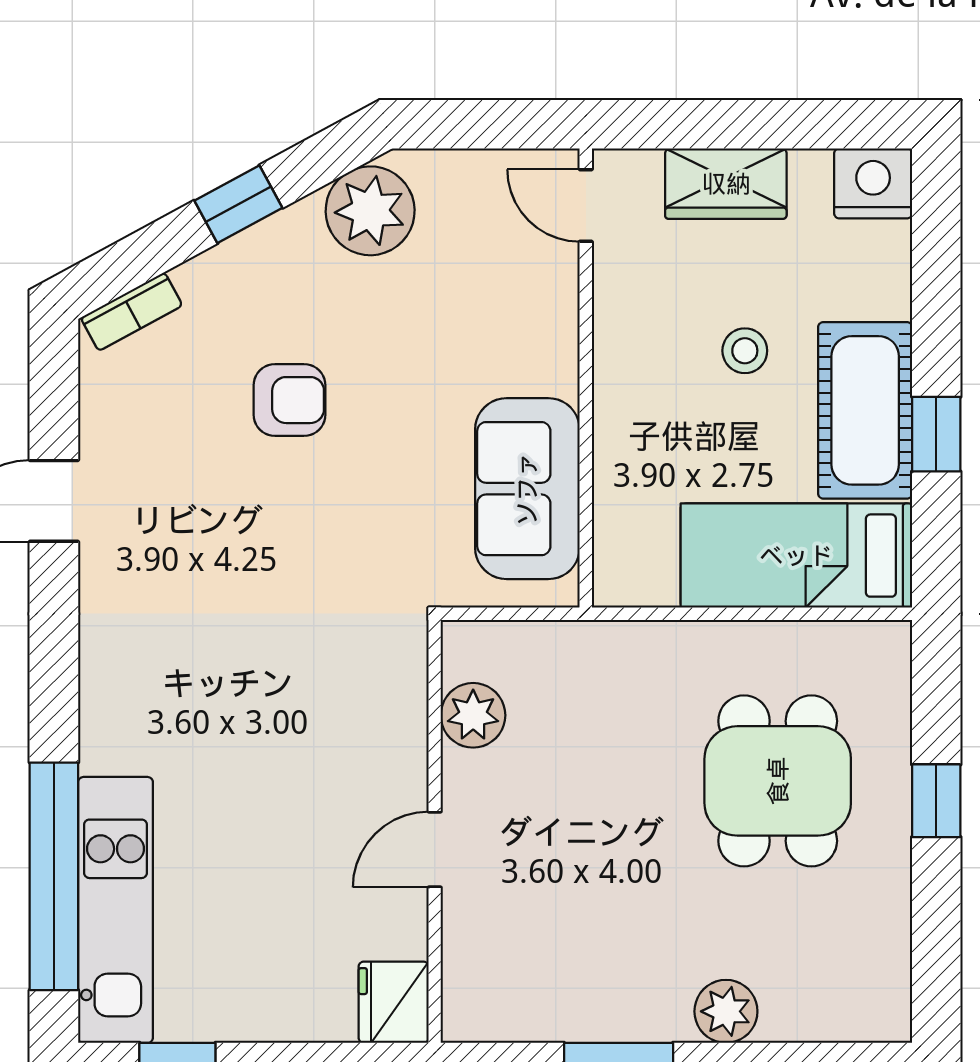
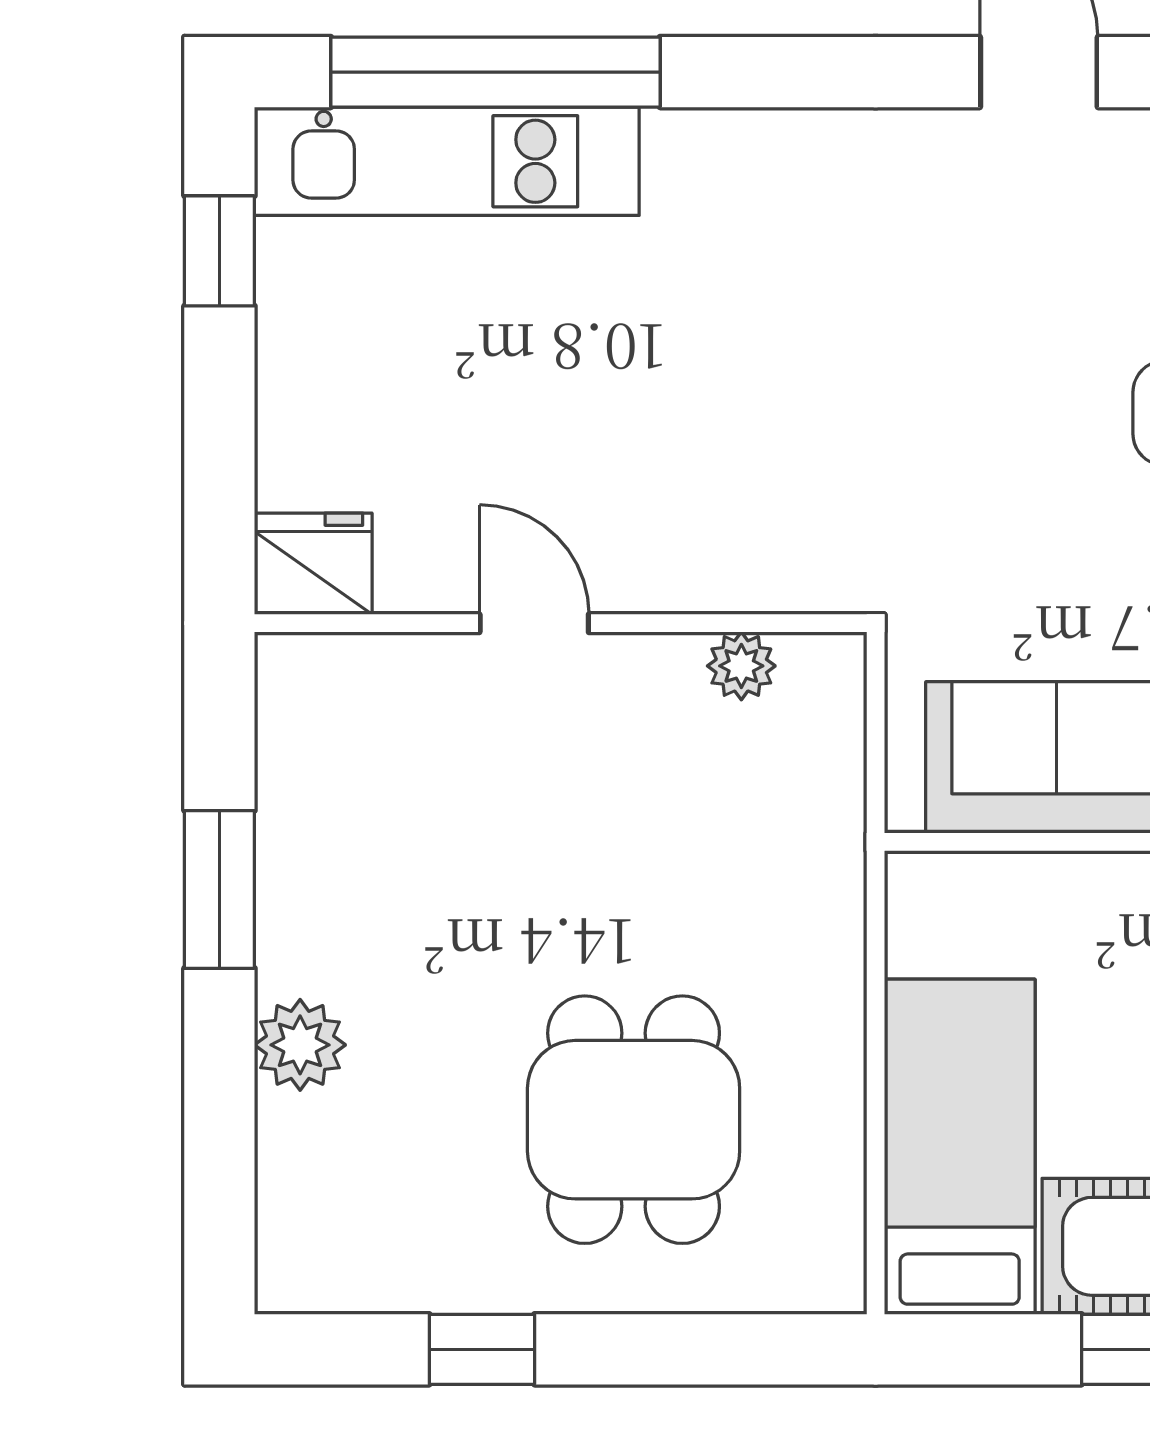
plant: (473, 715) -> (741, 666), width x0.73, depth x0.73
dining table: (778, 781) -> (634, 1120), turned 90
window: (936, 801) -> (482, 1349), moved

